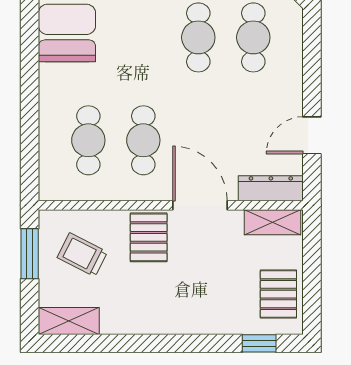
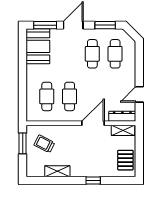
door: (200, 205) -> (93, 123), hinge flipped
pallet: (149, 237) -> (72, 137), removed
shelving: (69, 321) -> (57, 171), moved
window: (259, 343) -> (93, 181), moved

